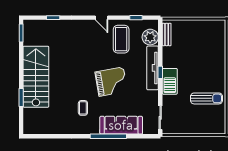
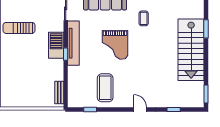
door: (102, 18) -> (140, 110), moved
plant: (150, 37) -> (76, 90), removed
tv unit: (153, 68) -> (73, 43), moved
grand piano: (111, 82) -> (115, 45), turned -80

